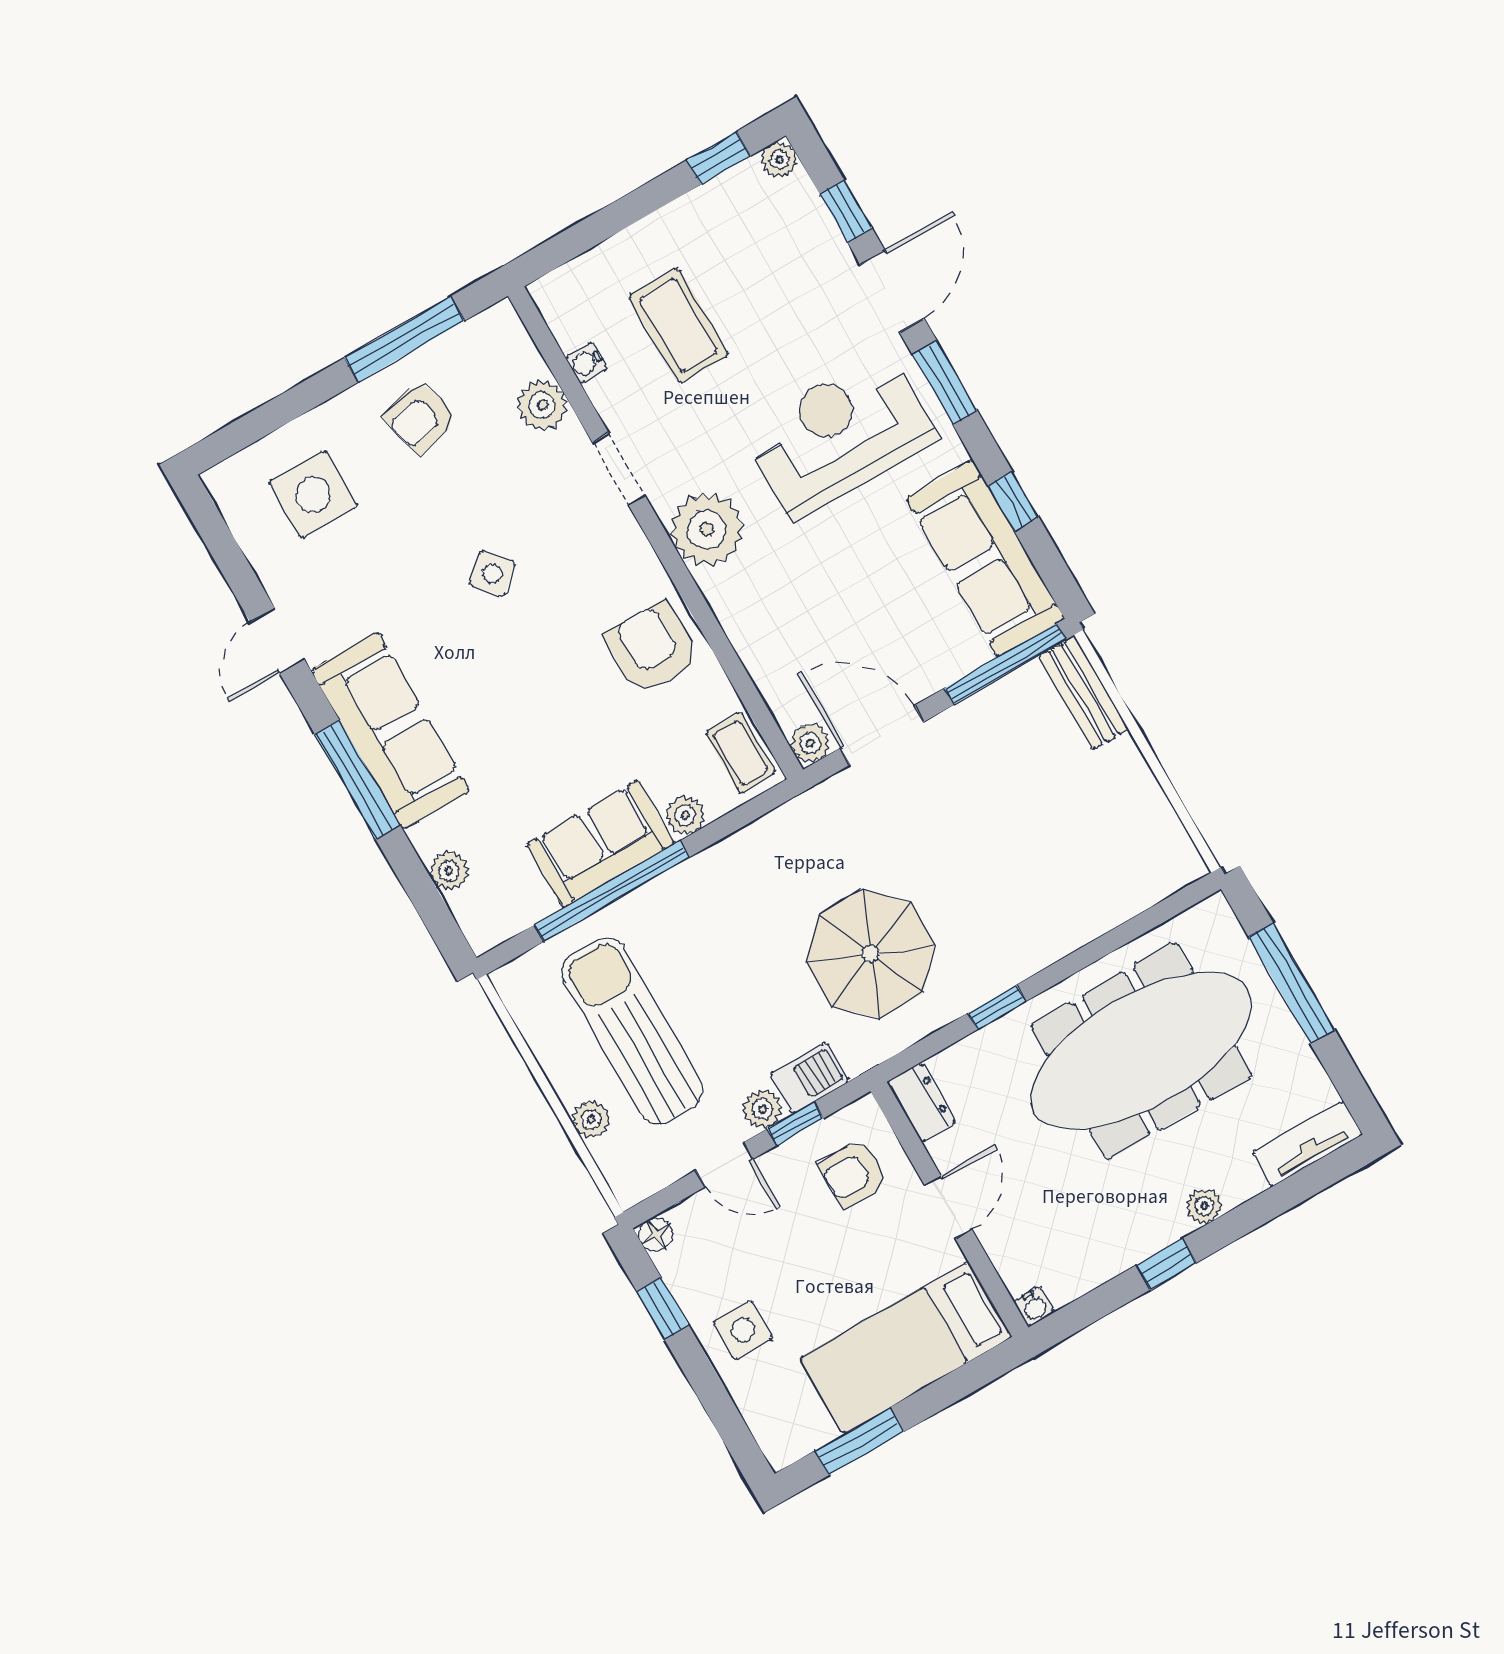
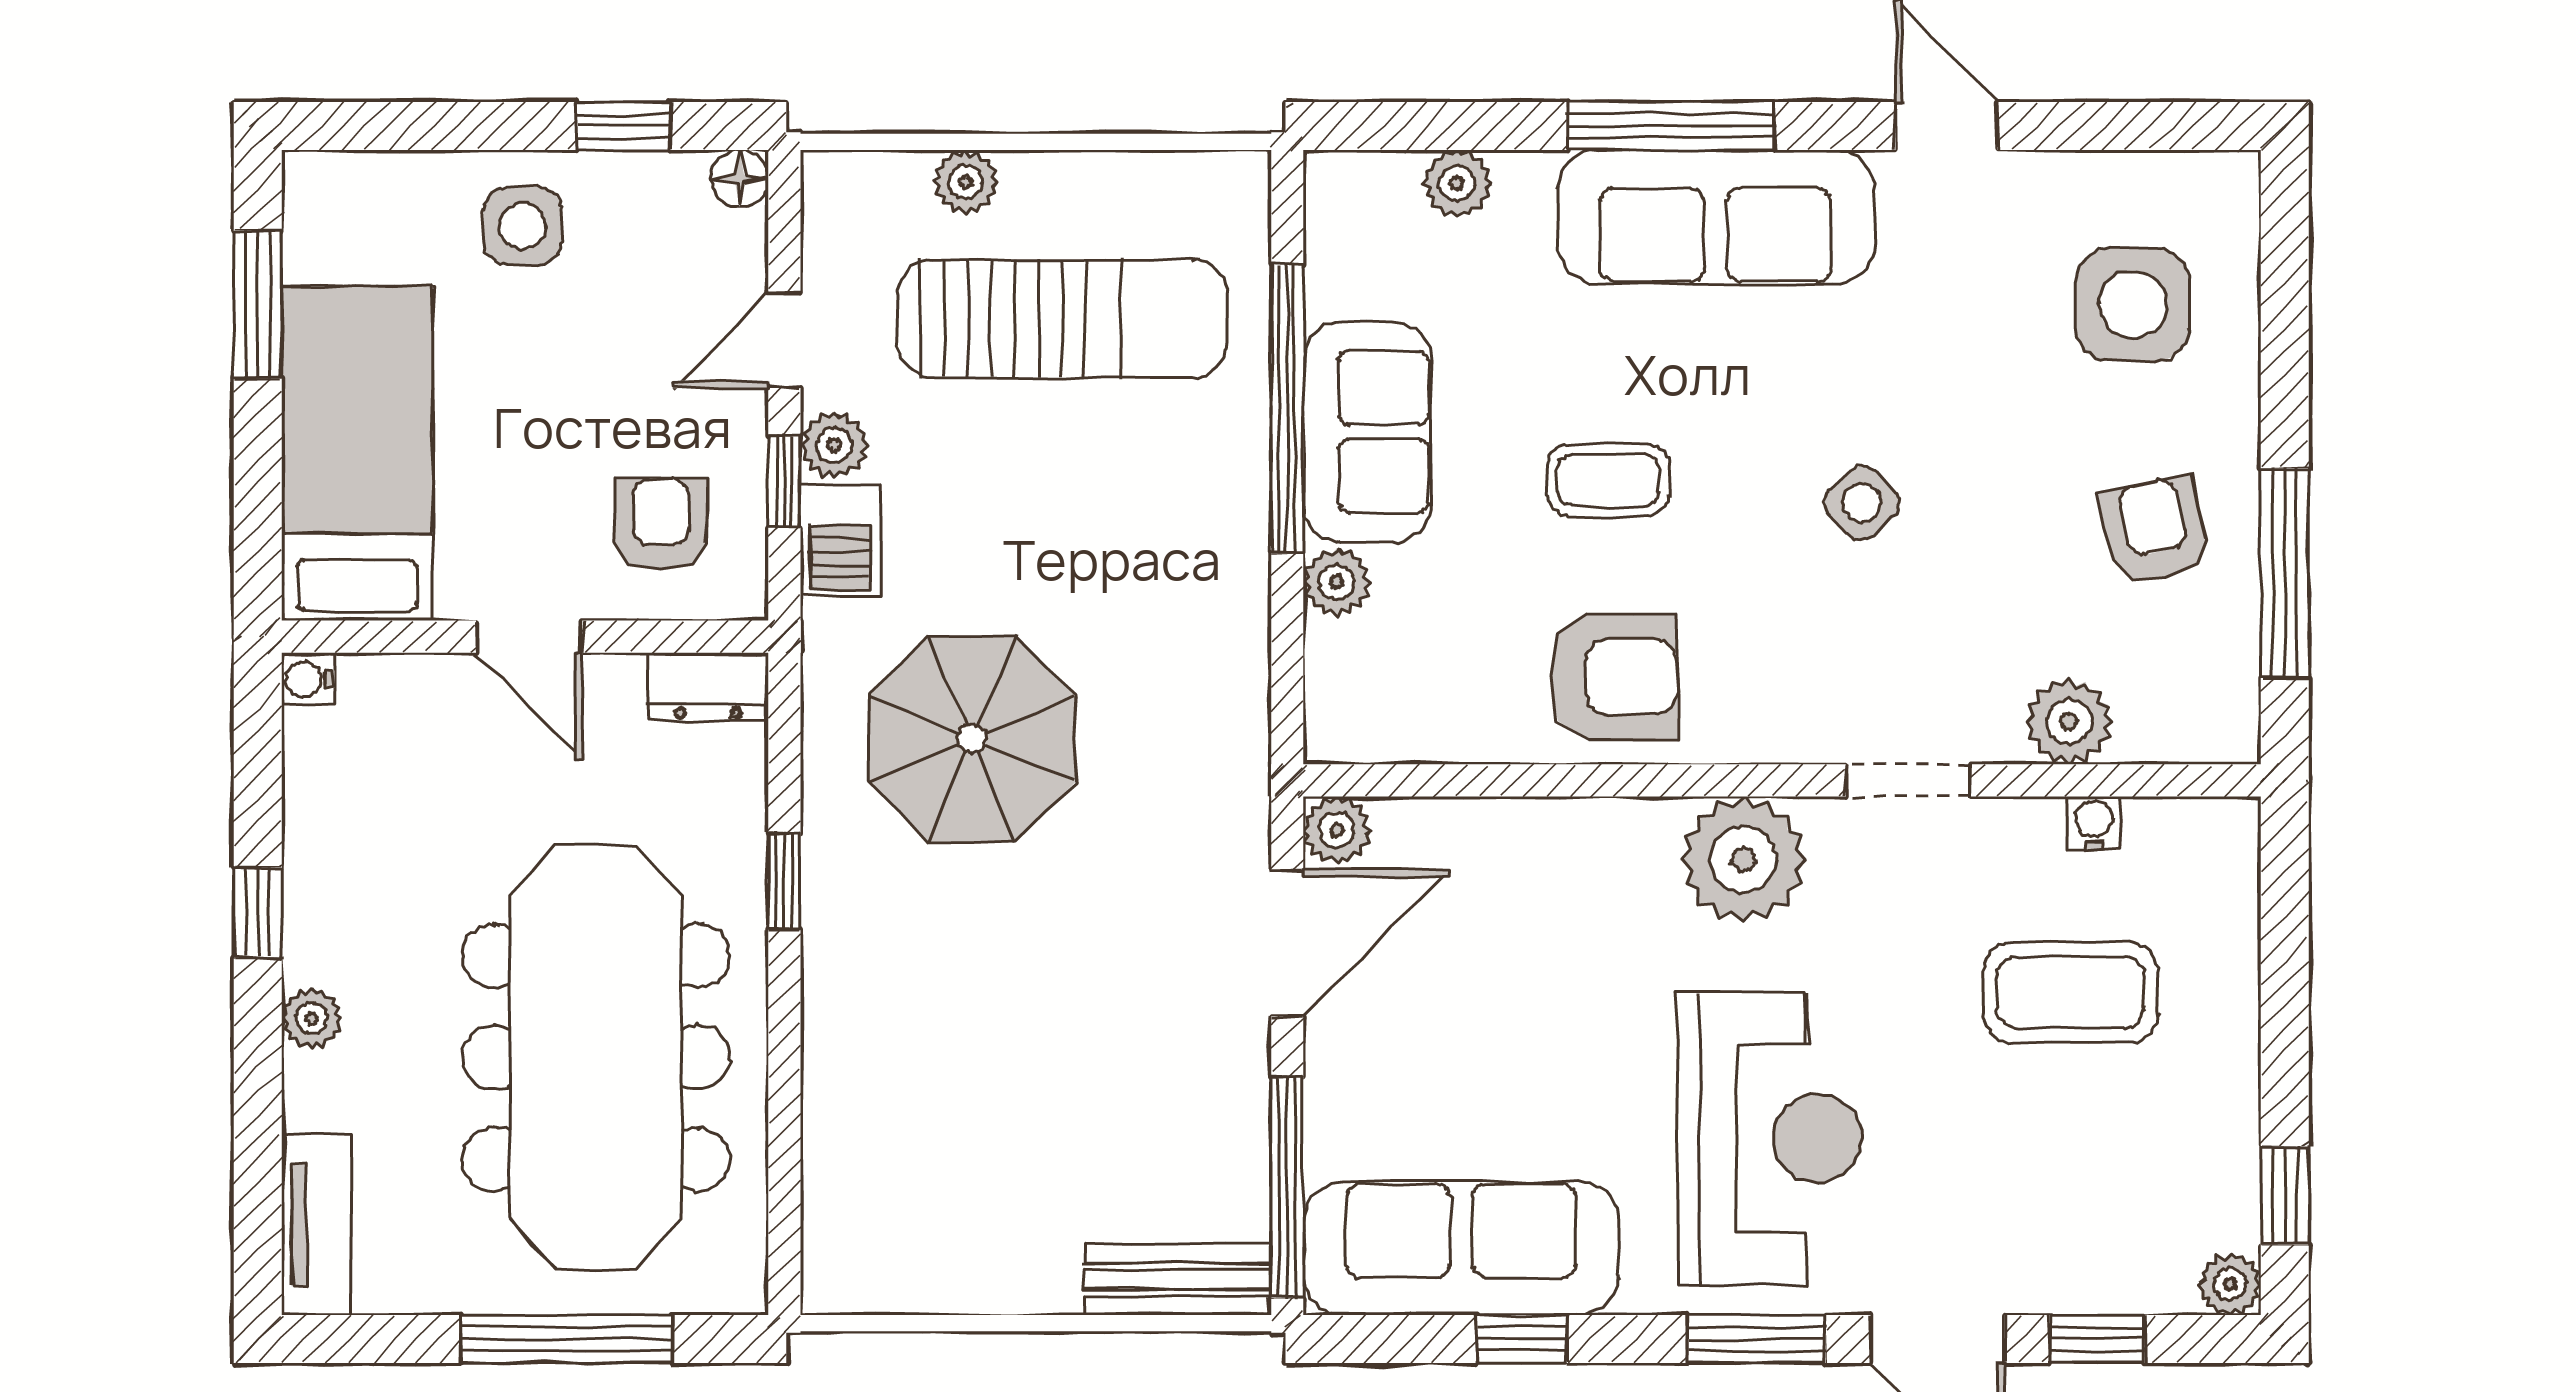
coffee table: (741, 753) -> (1608, 480), moved

